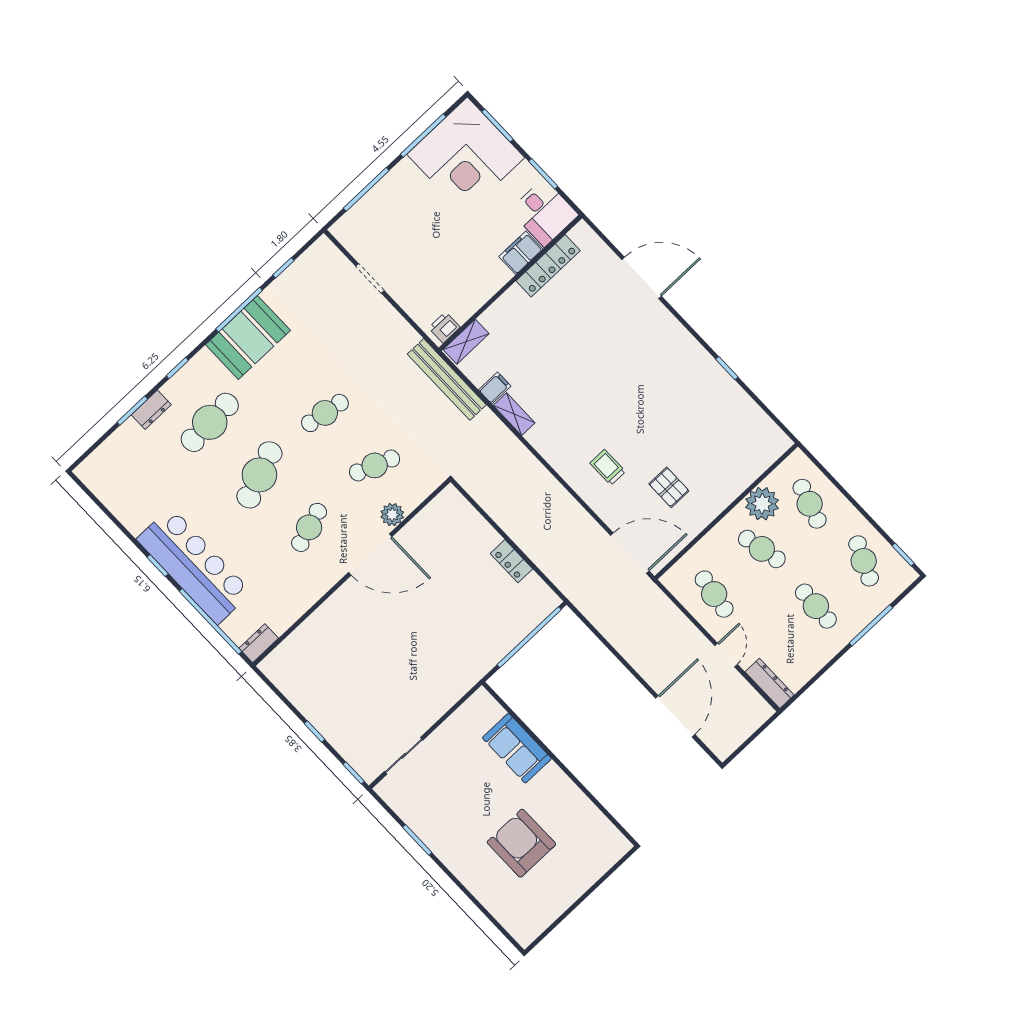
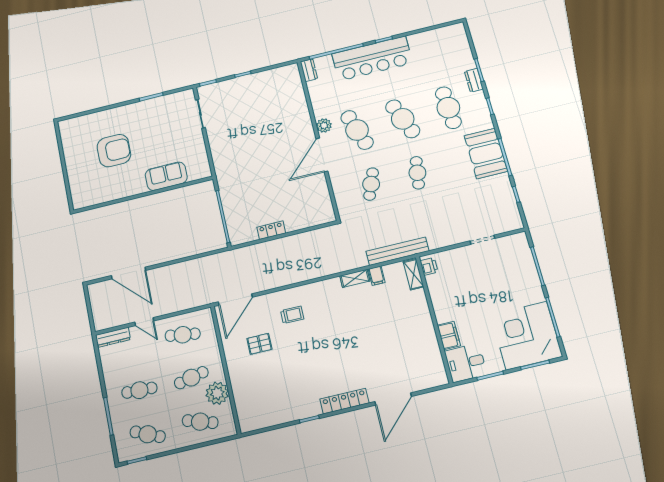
locker: (548, 266) -> (344, 401), moved, turned 90
plant: (392, 515) -> (324, 125), moved
cafe table: (309, 527) -> (357, 130), width x1.37, depth x1.35

